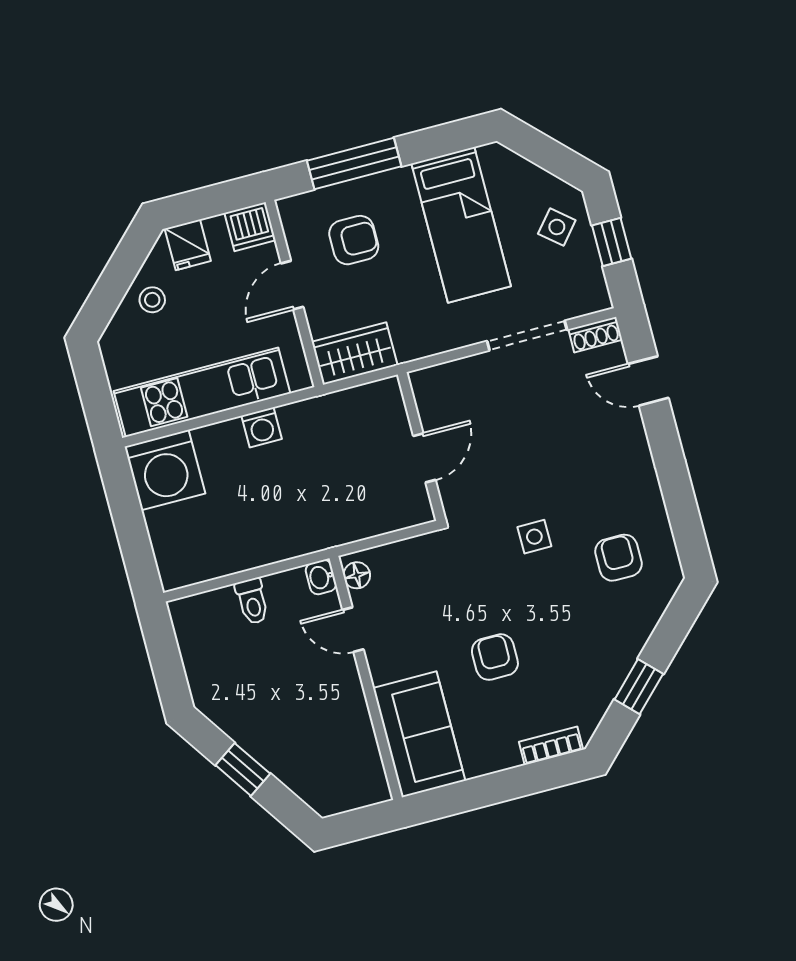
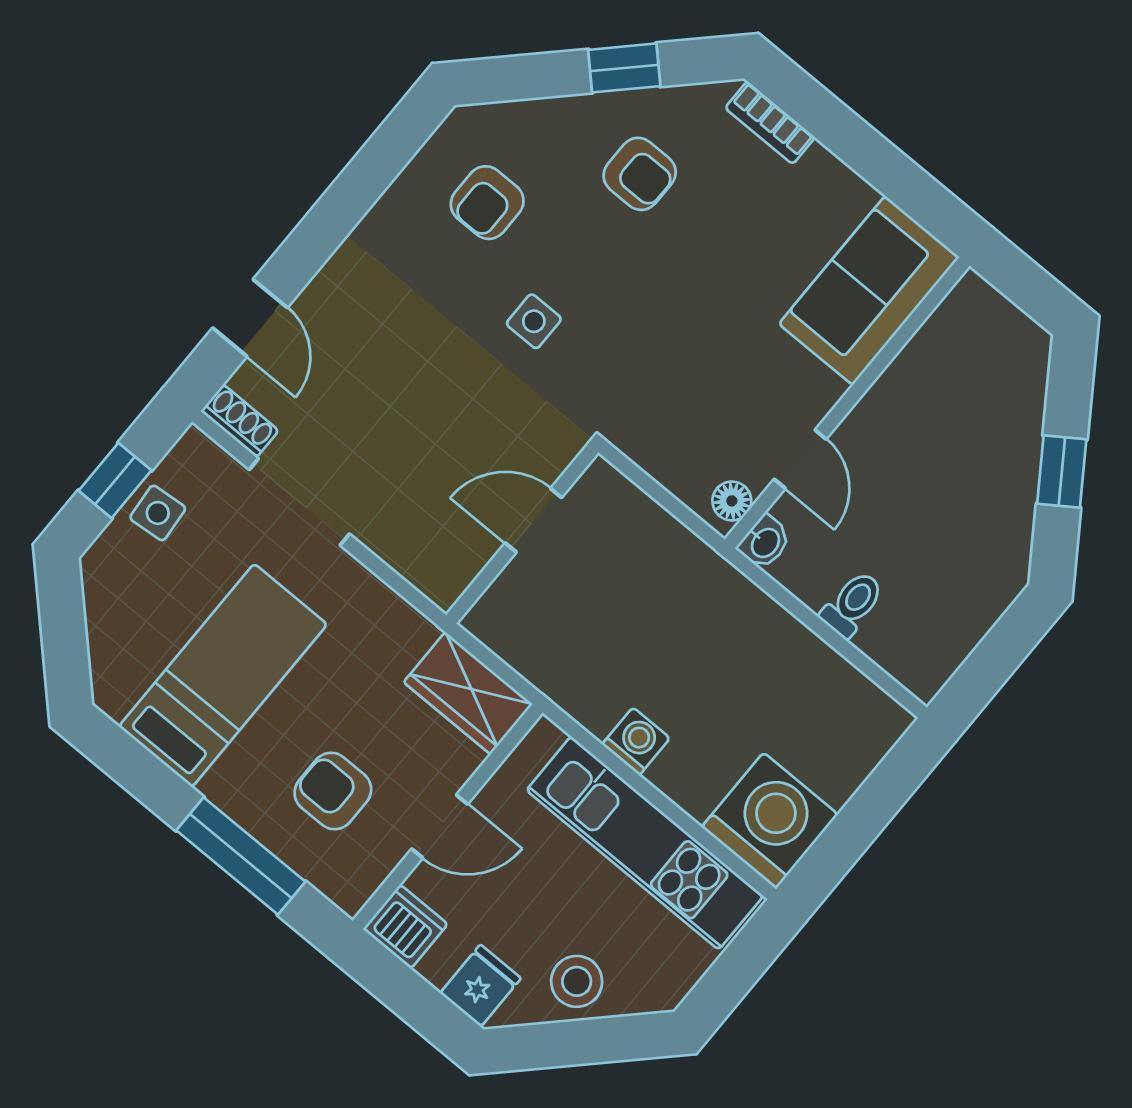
side table: (557, 227) -> (158, 513), moved, turned 45
stool: (152, 300) -> (577, 981), width x1.37, depth x1.37
armchair: (495, 657) -> (640, 174), moved, turned -90

